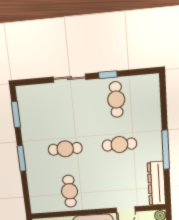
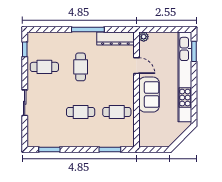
window: (108, 75) -> (25, 49), moved
cafe table: (65, 149) -> (81, 112), turned 90
window: (22, 158) -> (110, 149), moved

